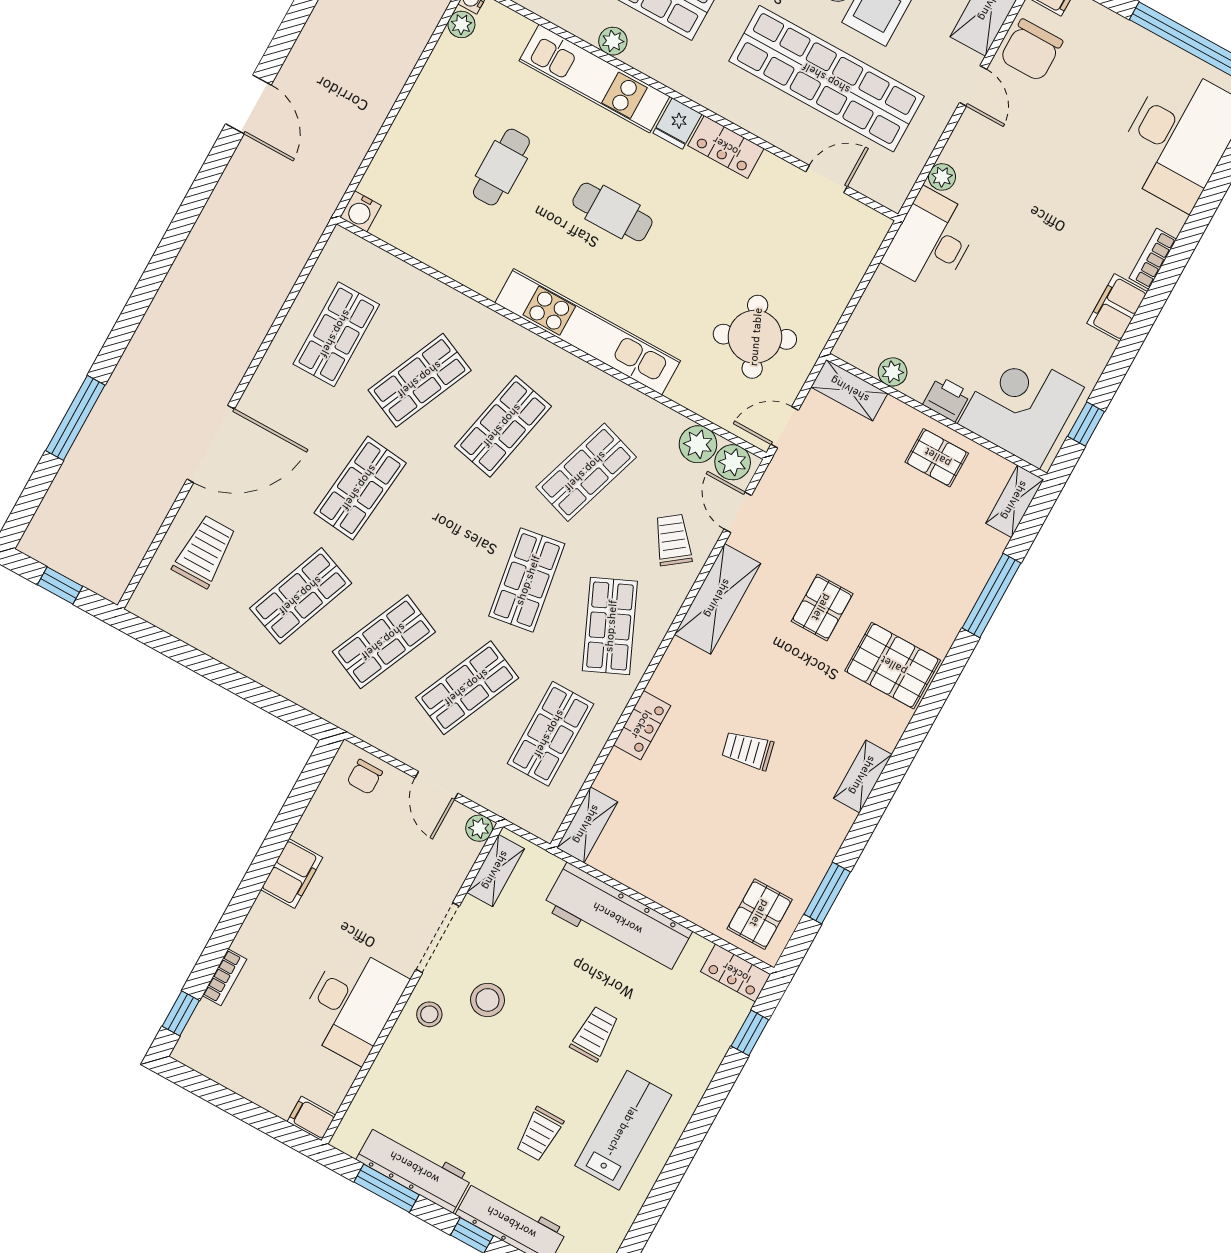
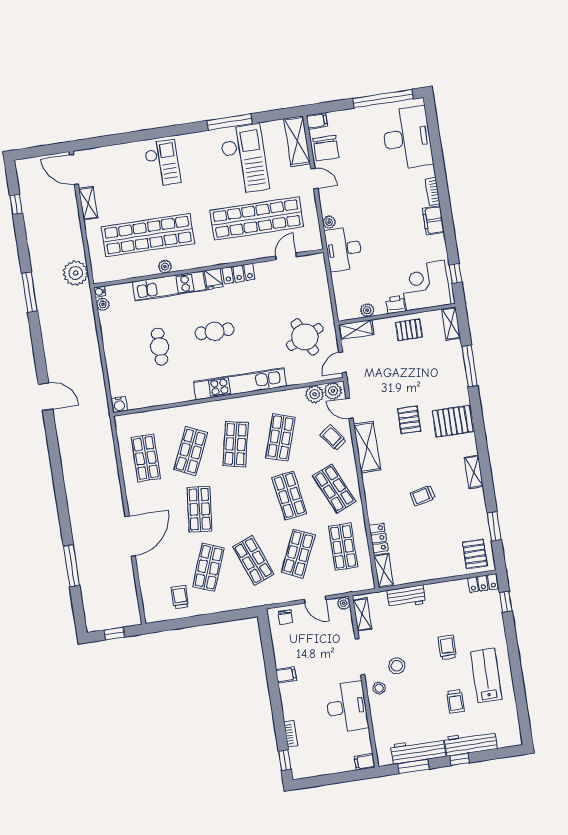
trolley: (204, 551) -> (180, 597), moved, width x0.73, depth x0.72
shop shelf: (384, 642) -> (253, 560), turned -45
locker: (642, 725) -> (379, 538), moved
filing cabinet: (292, 874) -> (286, 675), width x0.50
workbench: (617, 919) -> (406, 597), width x0.53, depth x0.76

